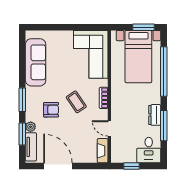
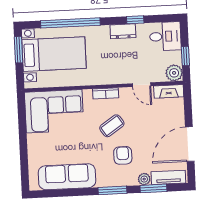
window: (164, 126) -> (135, 20), width x0.46
door: (109, 128) -> (142, 85), hinge flipped
plant: (118, 156) -> (174, 73), added

